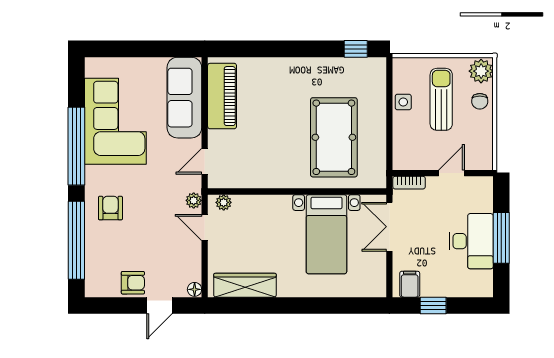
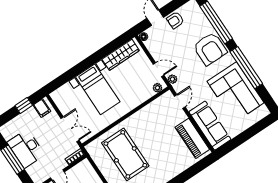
armchair: (110, 208) -> (210, 49), width x1.88, depth x1.88
bed with nightstands: (326, 234) -> (98, 89), moved, turned 180

